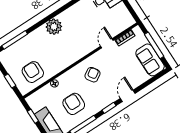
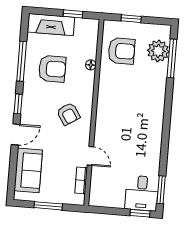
plant: (54, 27) -> (158, 51), moved
window: (154, 45) -> (48, 206), width x0.69
sofa: (150, 60) -> (28, 170), moved, turned 90
door: (128, 96) -> (16, 134), hinge flipped

